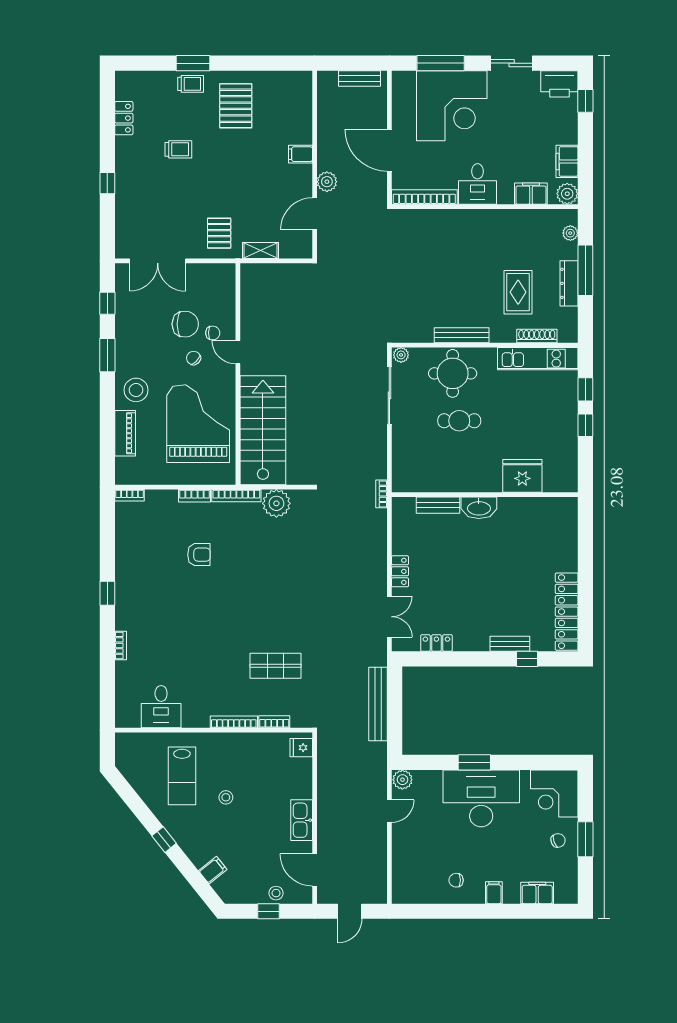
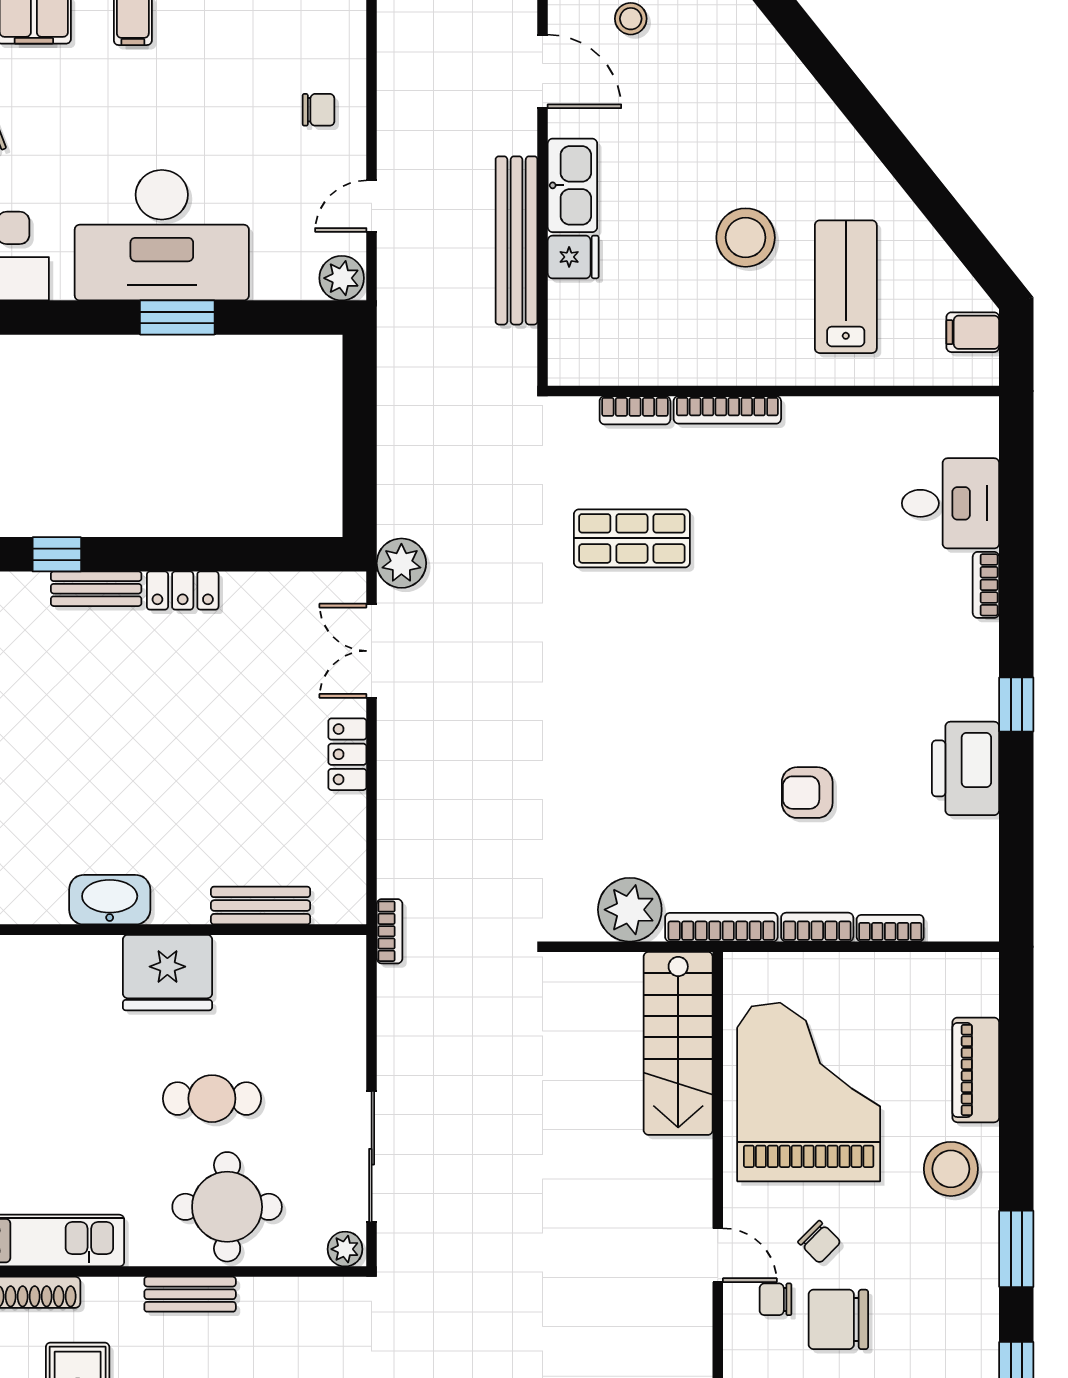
bench: (462, 335) -> (190, 1294), width x0.73
grand piano: (198, 424) -> (809, 1092), turned 180
stairs: (263, 430) -> (678, 1043), width x0.73, depth x0.66
fridge: (522, 476) -> (167, 973), moved
bookcase: (130, 495) -> (890, 928), moved
washbasin: (479, 508) -> (110, 900), moved
printer: (130, 565) -> (966, 768), added
locker: (436, 643) -> (183, 591), moved
plant: (376, 655) -> (401, 563), added
bench: (378, 704) -> (517, 240), moved
desk: (161, 707) -> (950, 503), moved, turned 90
fridge: (301, 748) -> (573, 257), moved
stool: (226, 797) -> (746, 238), width x1.89, depth x1.89
window: (164, 840) -> (887, 141), removed
filing cabinet: (213, 870) -> (973, 332), moved, turned 39
chair: (456, 880) -> (319, 110), moved

